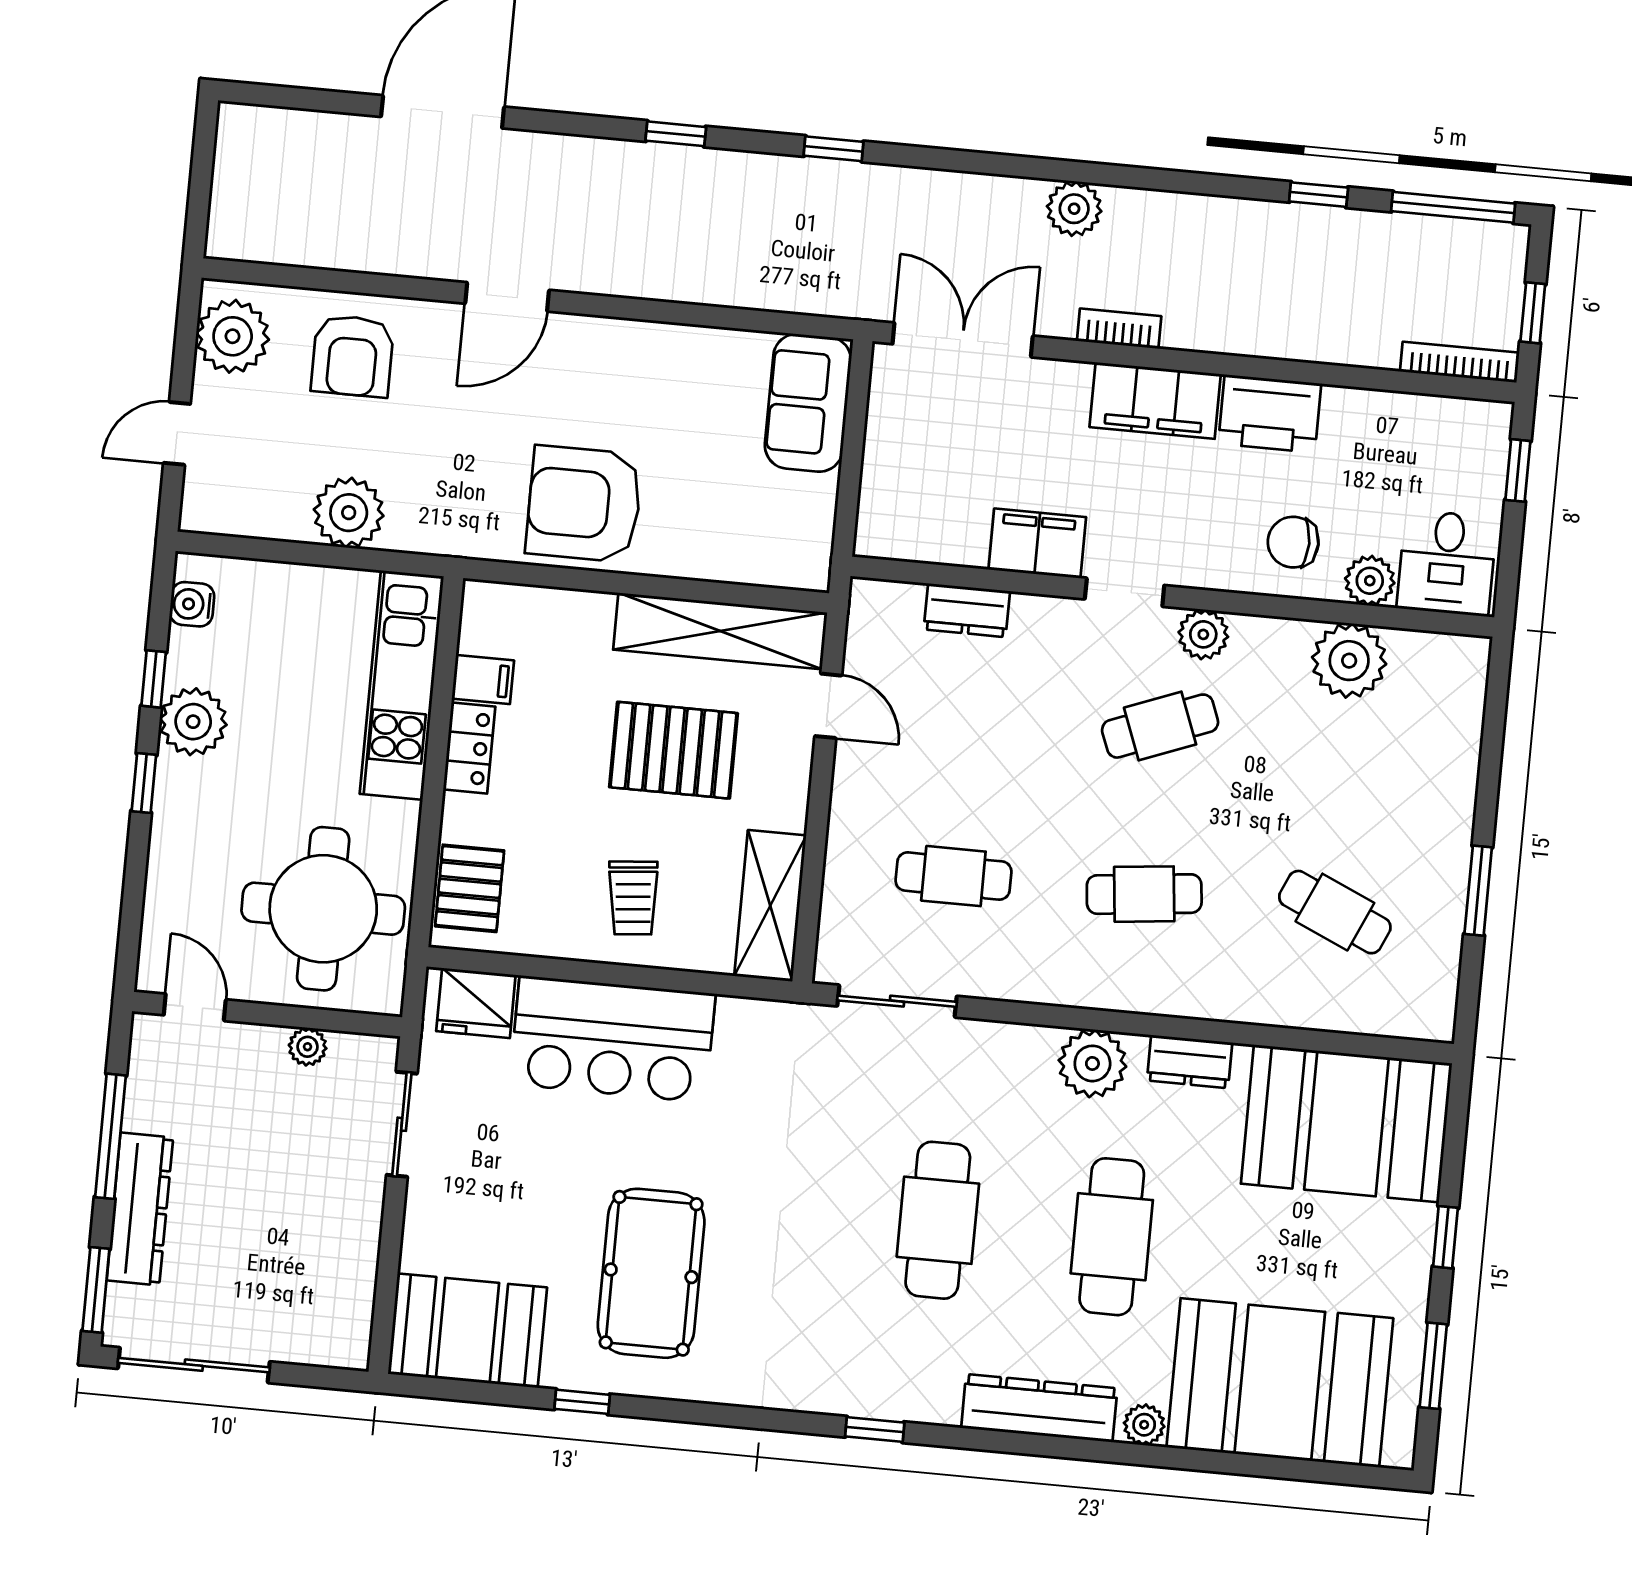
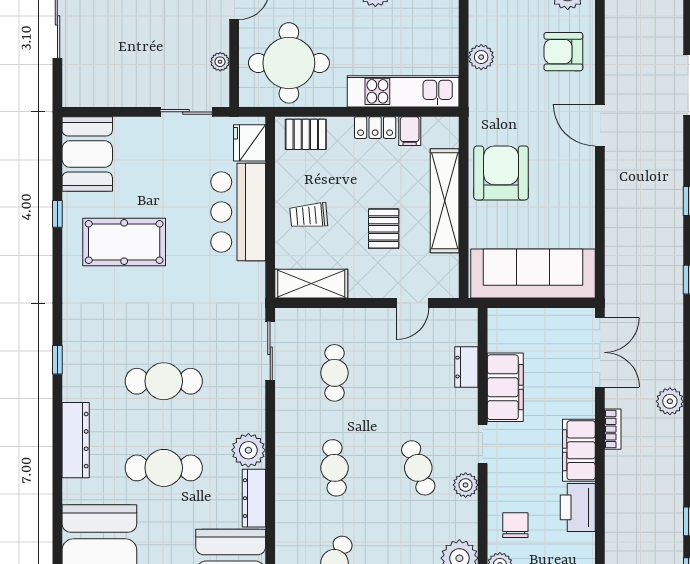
sofa: (808, 403) -> (533, 274), width x1.85, depth x1.27
plant: (349, 513) -> (481, 57), width x0.73, depth x0.73
filing cabinet: (1037, 543) -> (505, 387), width x1.50, depth x1.17
shelving: (720, 631) -> (445, 201), moved
pallet: (674, 750) -> (384, 229), width x0.67, depth x0.71
dresser: (1190, 1062) -> (254, 498), width x1.44
plant: (1144, 1425) -> (72, 493), removed

